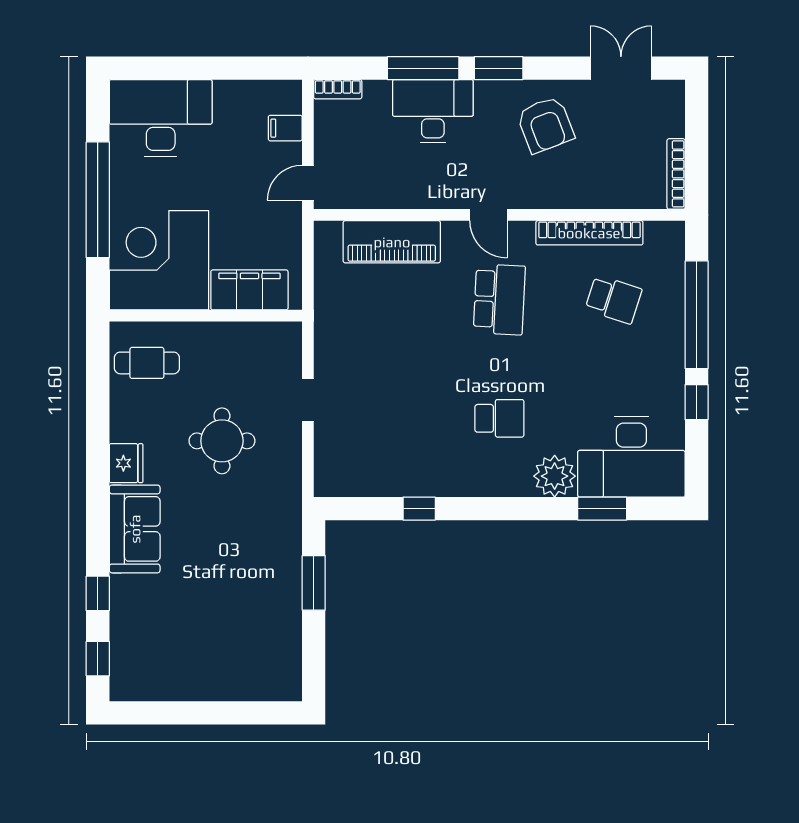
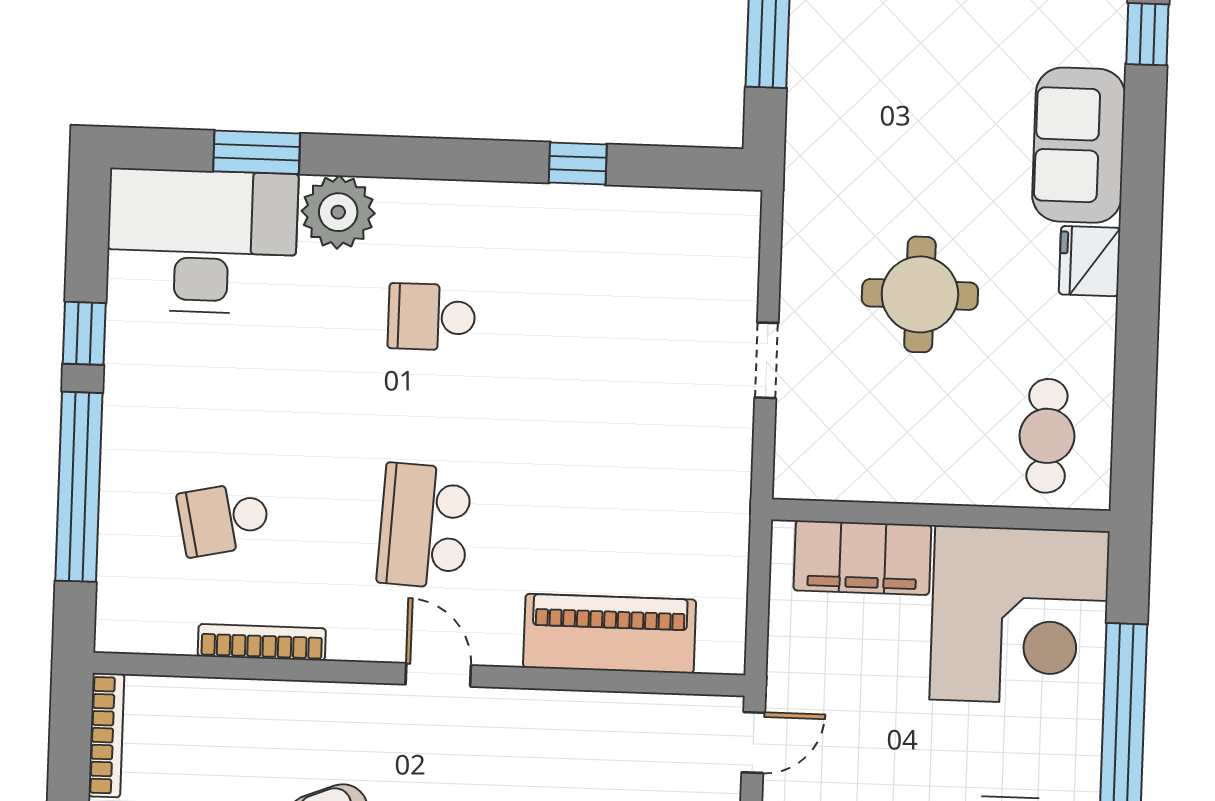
bookcase: (589, 233) -> (262, 642), width x0.68, depth x0.76
school desk: (613, 299) -> (224, 519), turned -30
cafe table: (147, 363) -> (1047, 436), turned 90

